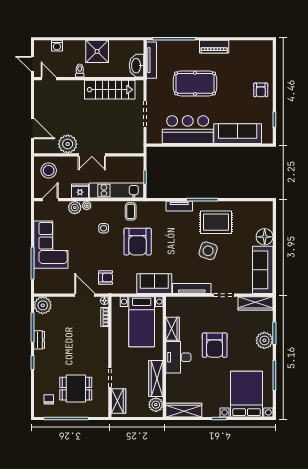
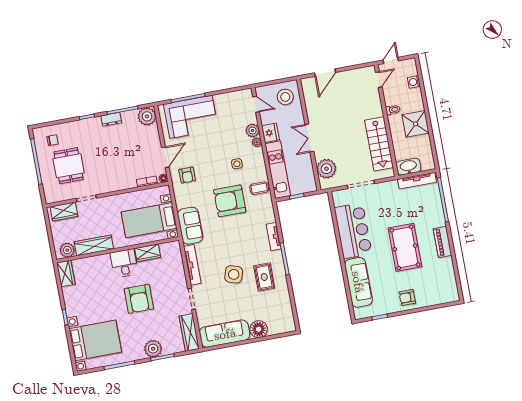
pool table: (195, 83) -> (405, 247), moved
plant: (68, 144) -> (326, 169), moved
rug: (216, 222) -> (264, 277), width x0.73, depth x0.70
corner sofa: (51, 245) -> (191, 117), moved
armchair: (215, 345) -> (139, 299), turned -90
desk: (178, 357) -> (124, 263), width x0.73
wardrobe: (184, 410) -> (66, 273), width x0.67

